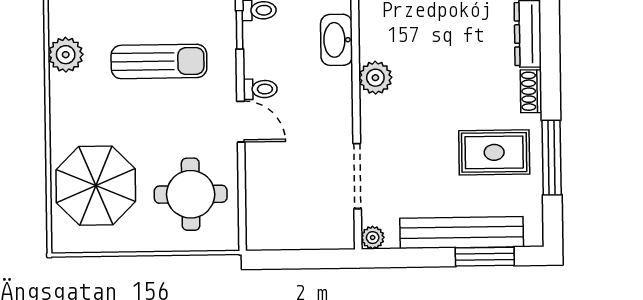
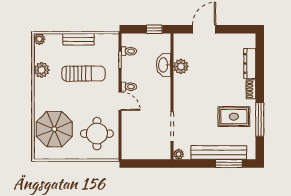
plant: (375, 78) -> (181, 67), moved

